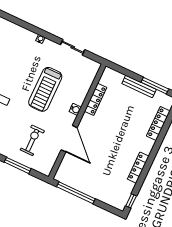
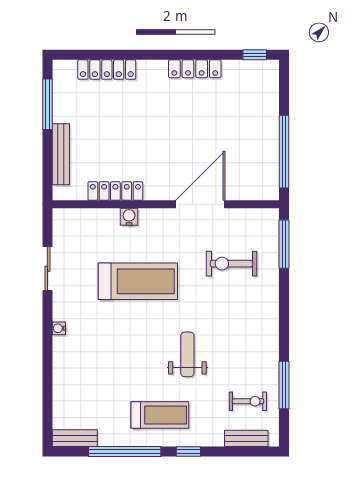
bench: (139, 86) -> (61, 154), moved
water cooler: (75, 109) -> (129, 217), moved
window: (18, 165) -> (284, 244), moved

